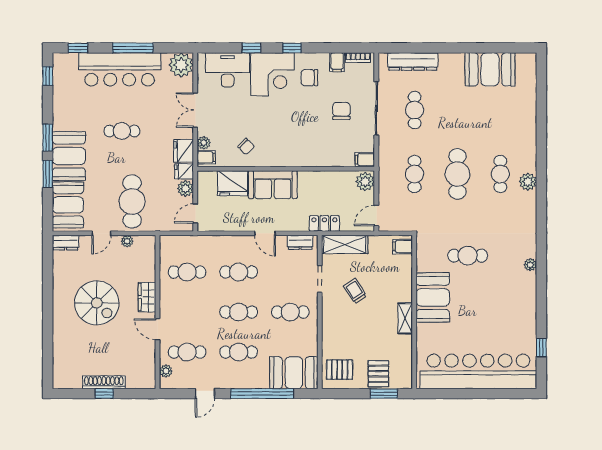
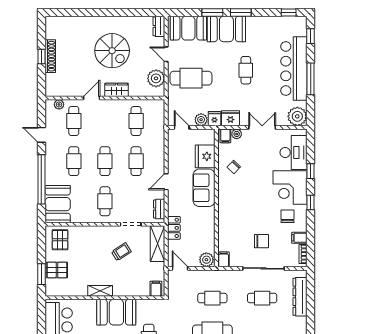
plant: (127, 241) -> (156, 78), width x1.88, depth x1.88
spiral stairs: (97, 303) -> (112, 51), turned -90

